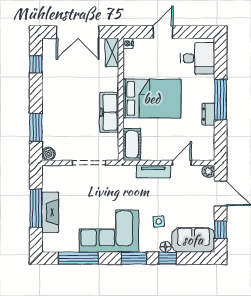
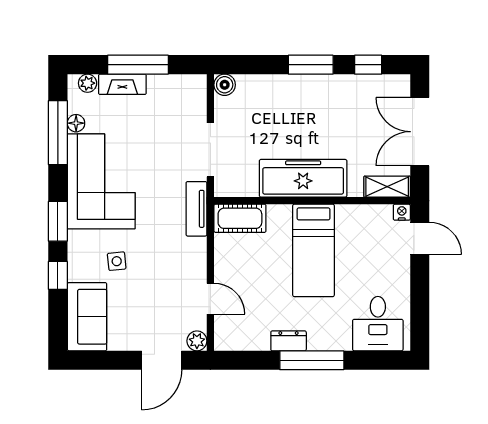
door: (163, 32) -> (420, 238), moved
bed: (152, 99) -> (313, 250), width x0.67
freezer: (109, 112) -> (303, 178), width x1.36, depth x1.26
window: (36, 127) -> (311, 65), moved
tv unit: (153, 172) -> (196, 209), moved
fireplace: (50, 212) -> (122, 84), width x0.73, depth x0.76
window: (221, 230) -> (104, 360), removed
plant: (47, 240) -> (88, 83), added
floor lamp: (165, 247) -> (76, 123), moved

